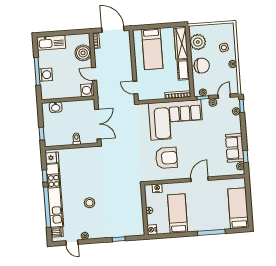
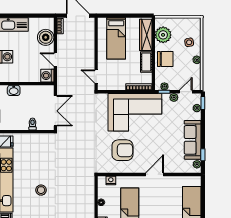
sofa: (235, 148) -> (193, 140), width x1.36

